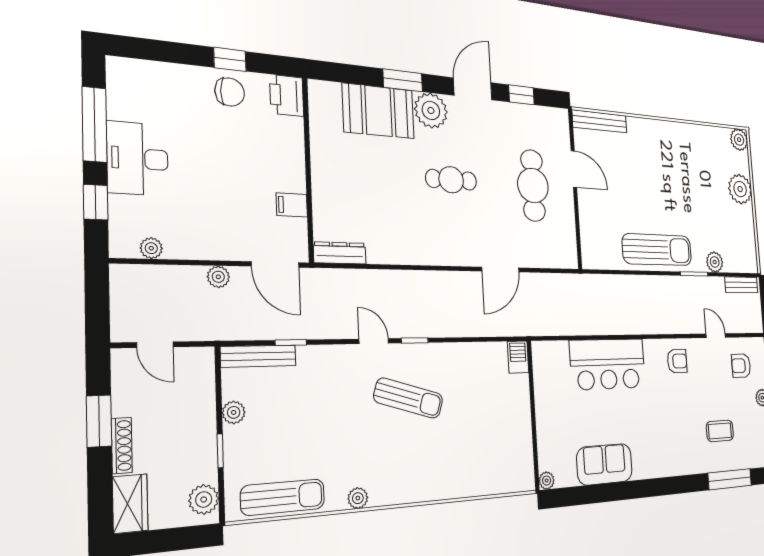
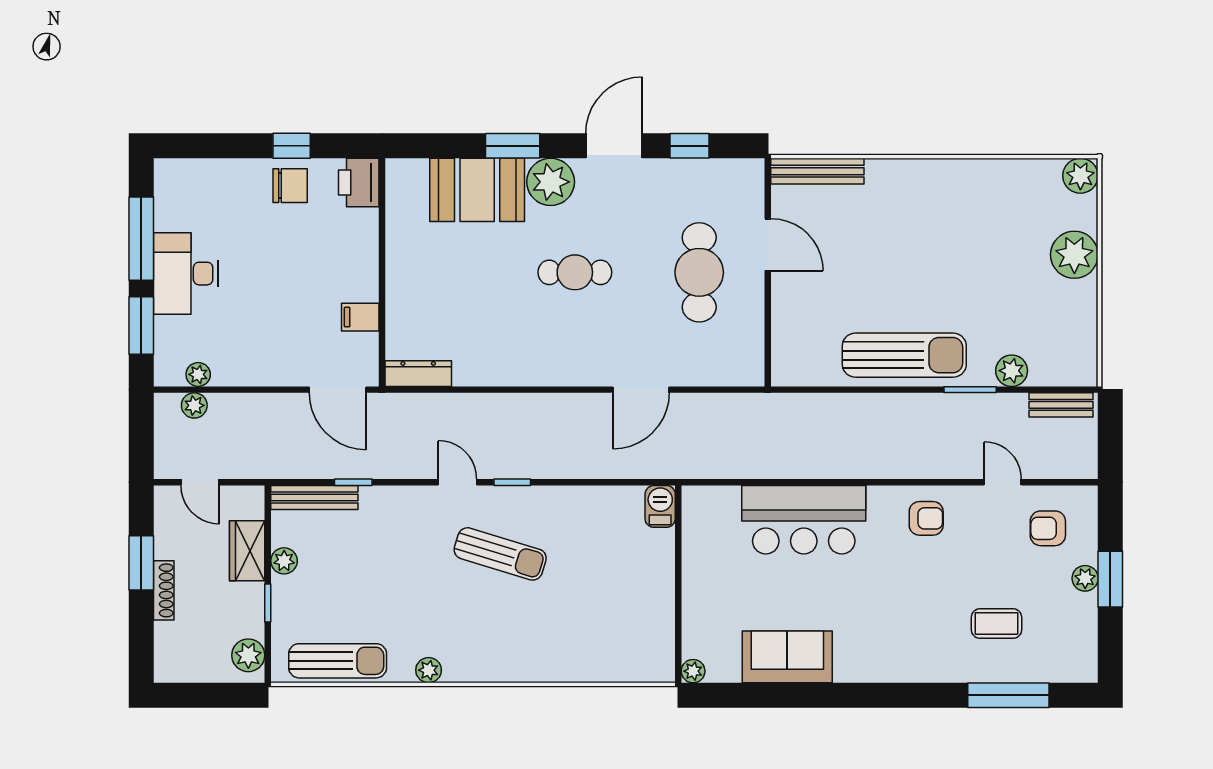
window: (96, 202) -> (141, 326), width x1.50
plant: (218, 277) -> (194, 405), moved
wardrobe: (130, 504) -> (247, 551), moved, turned 180

